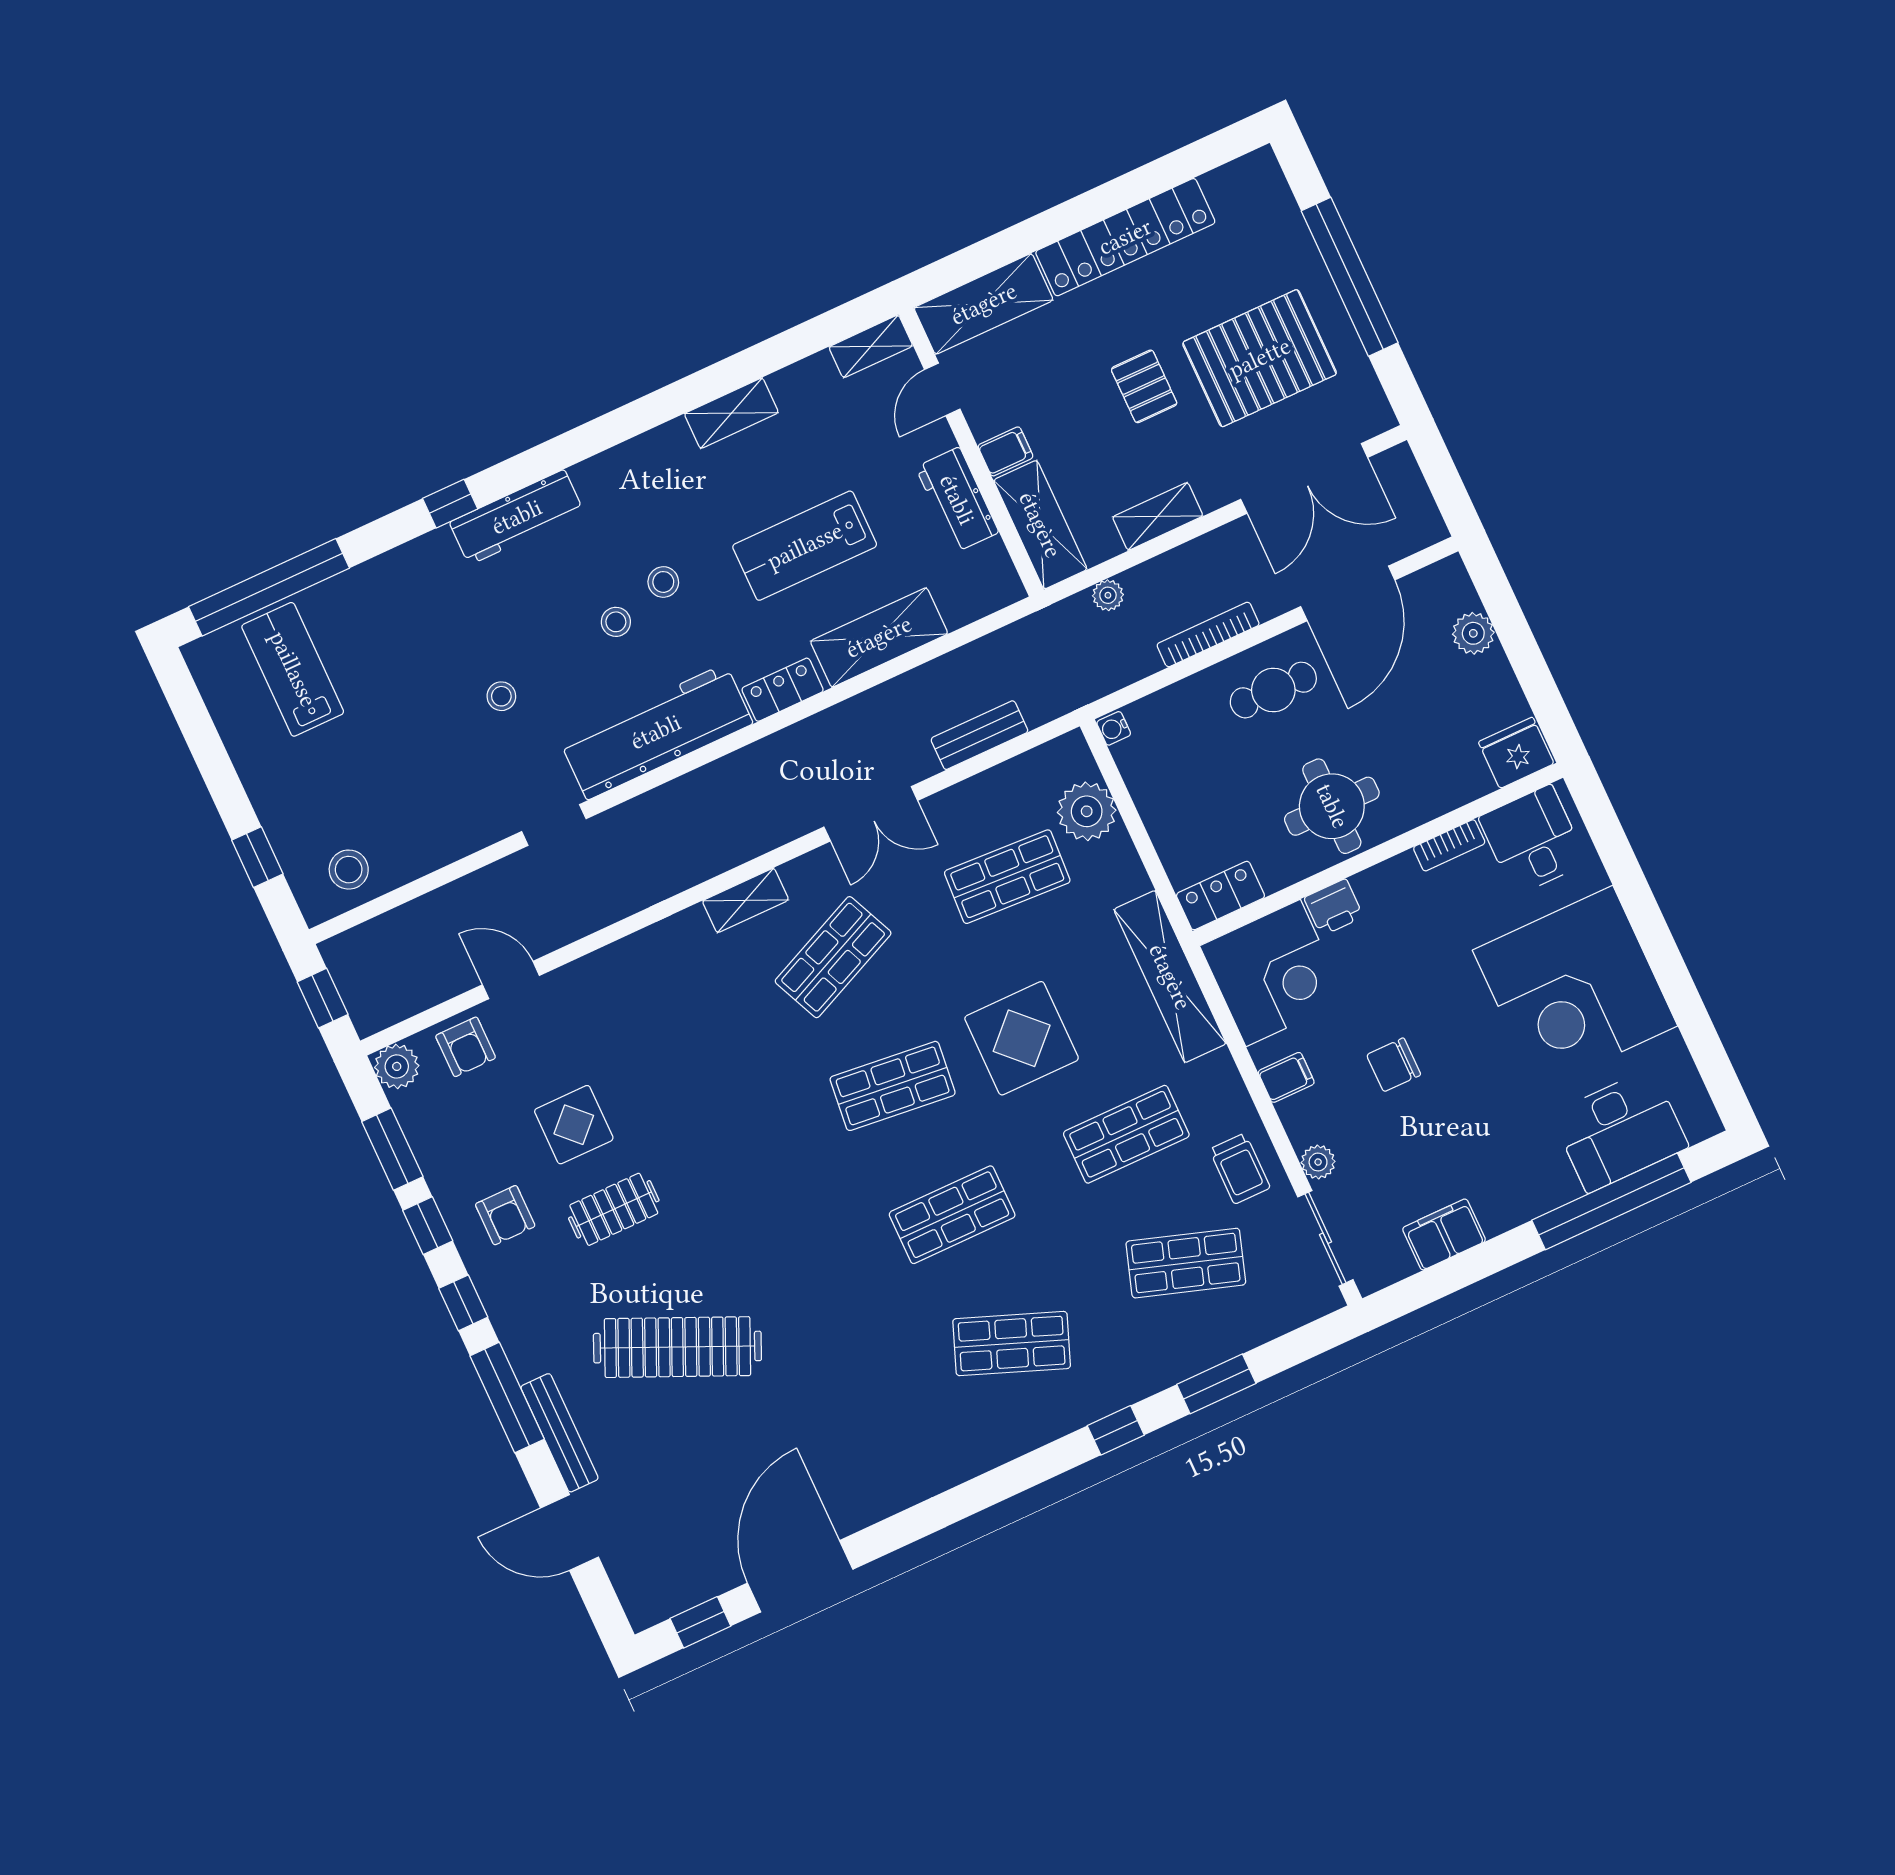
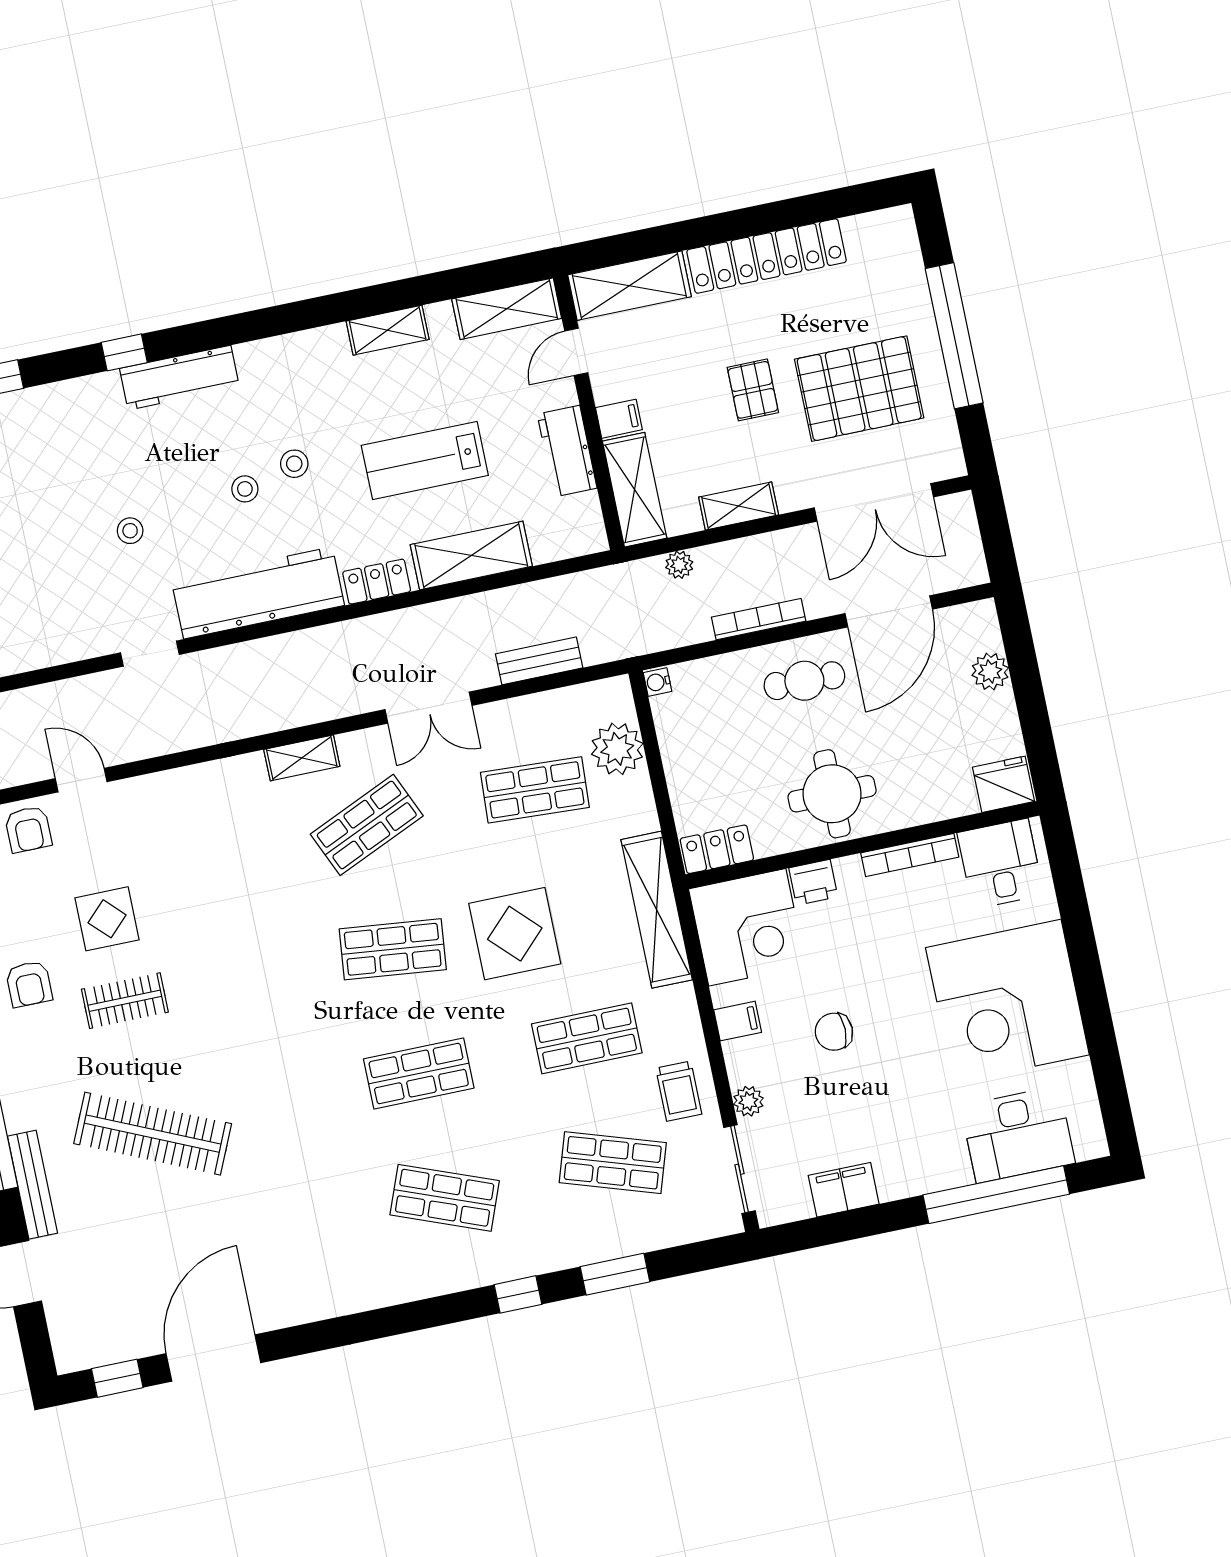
shelving: (871, 346) -> (507, 309), width x1.50, depth x1.33
bookcase: (1449, 845) -> (910, 855), width x1.56

